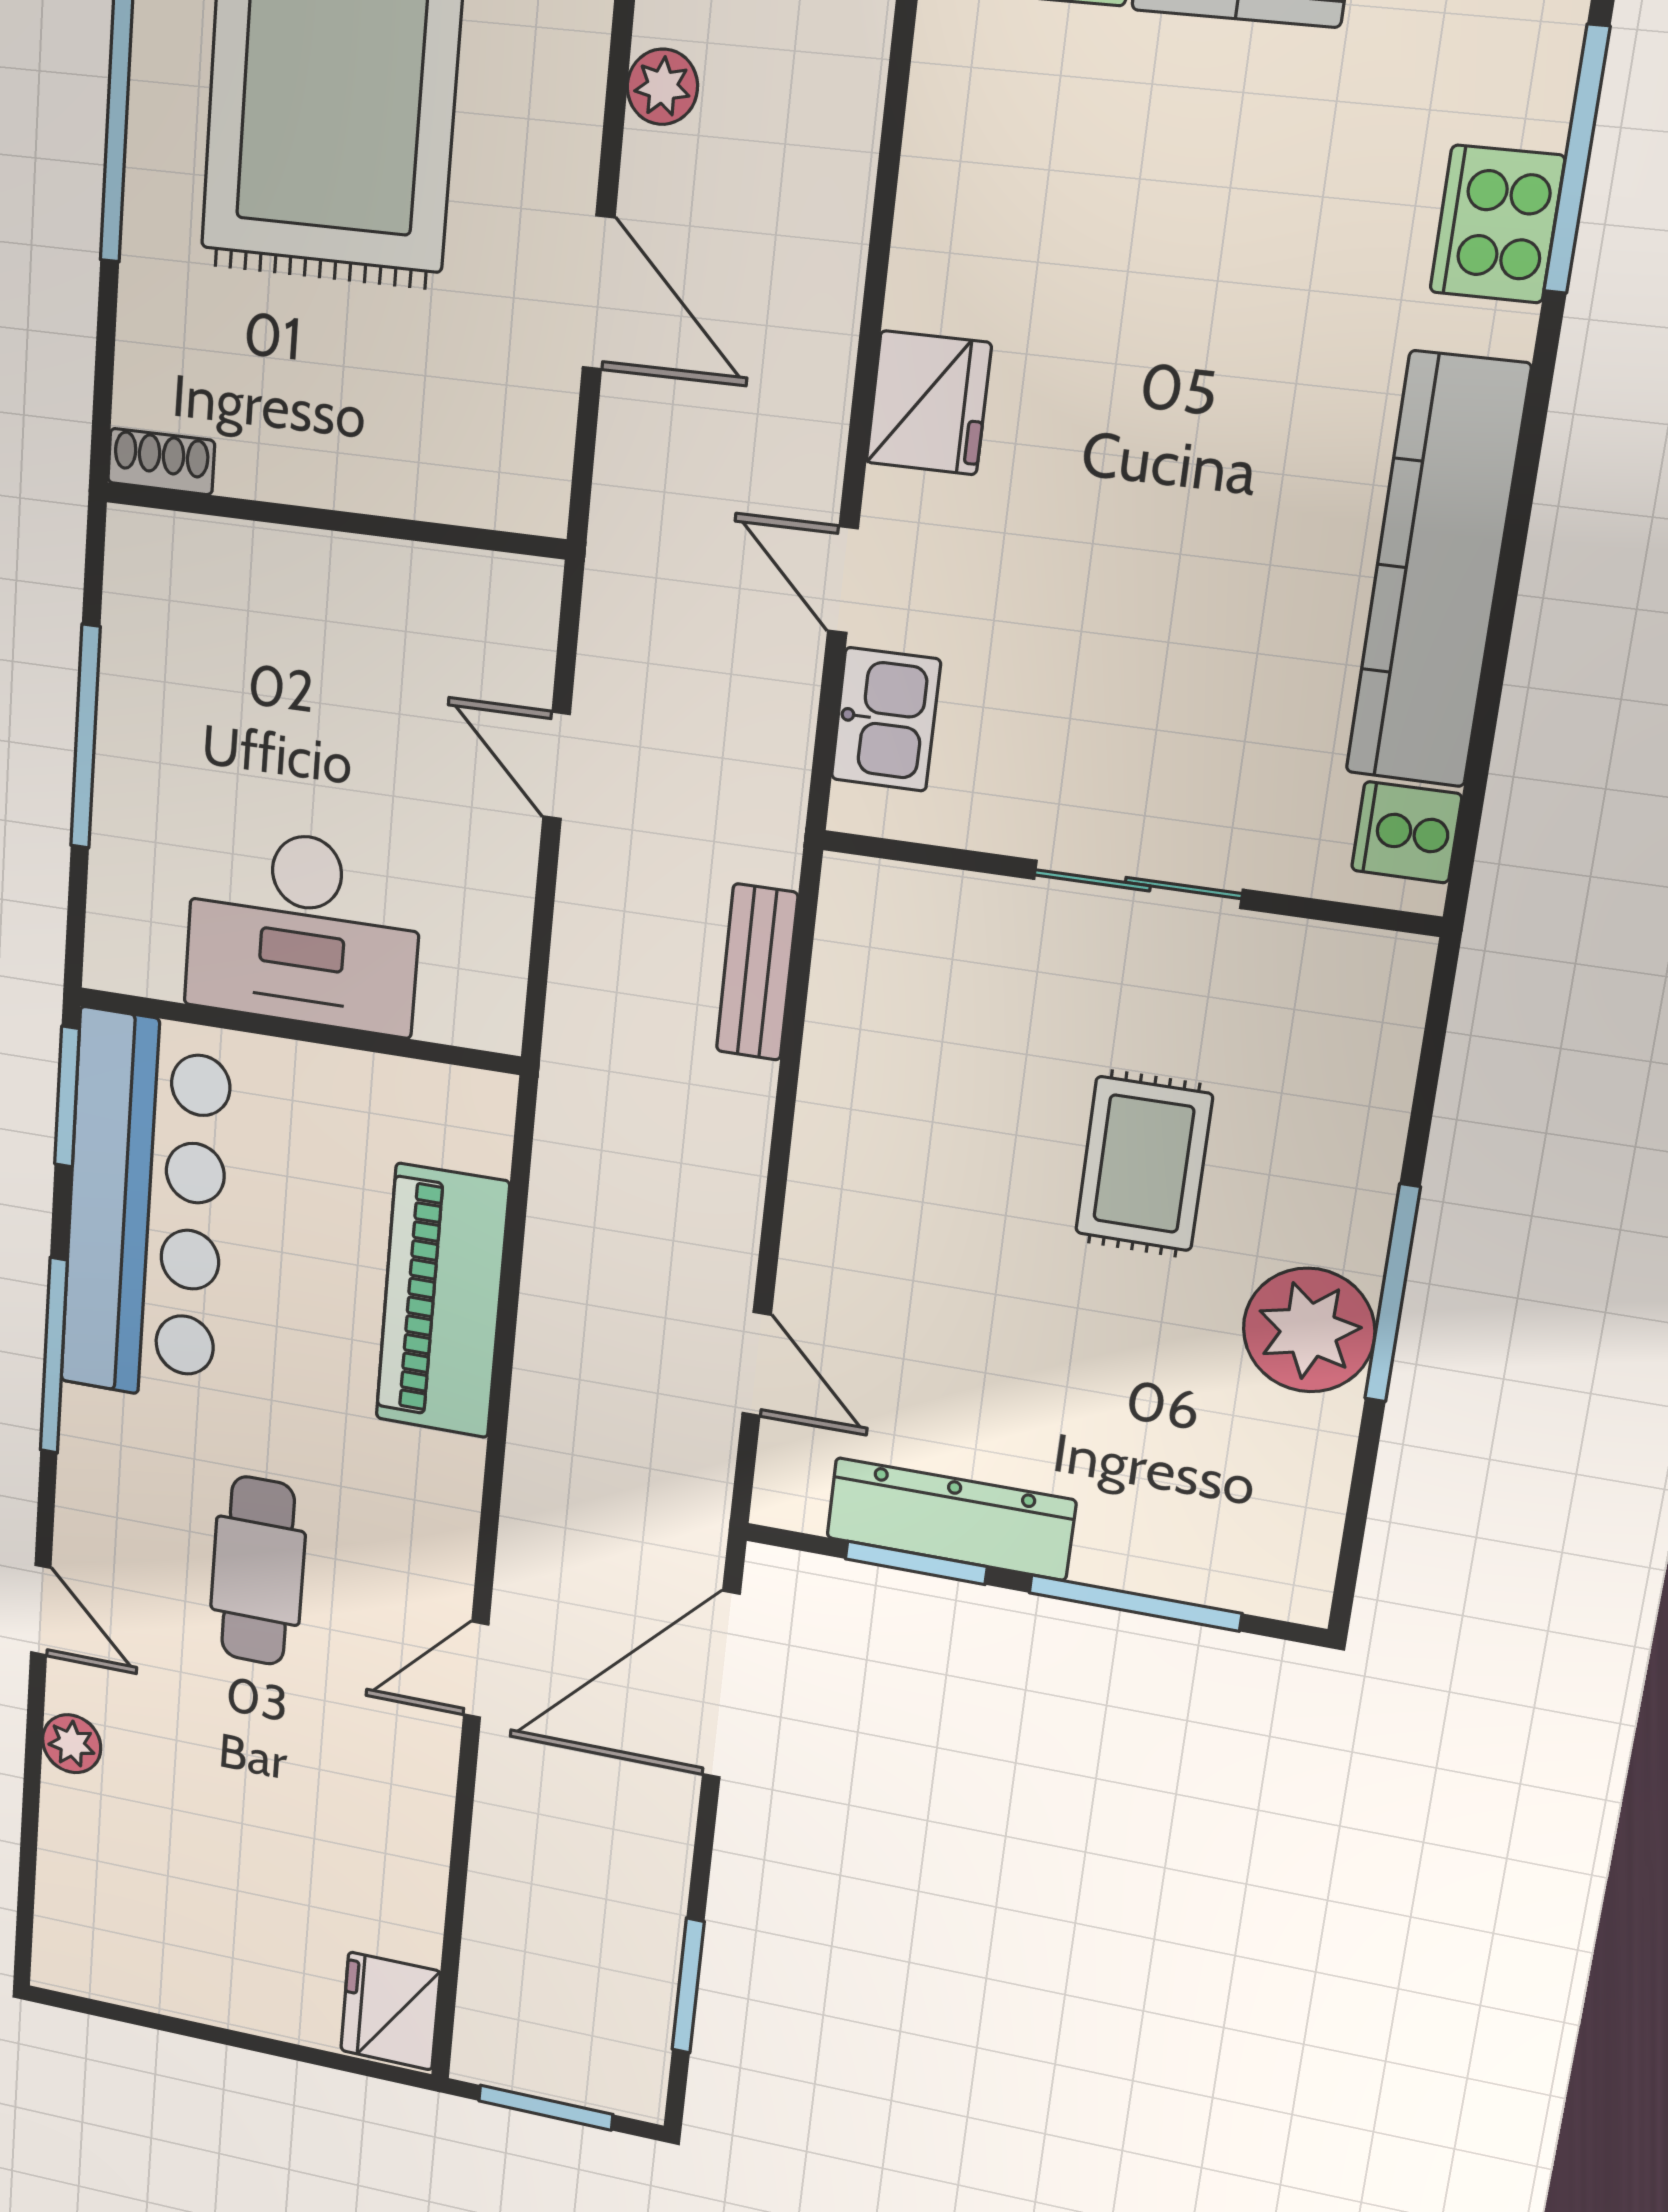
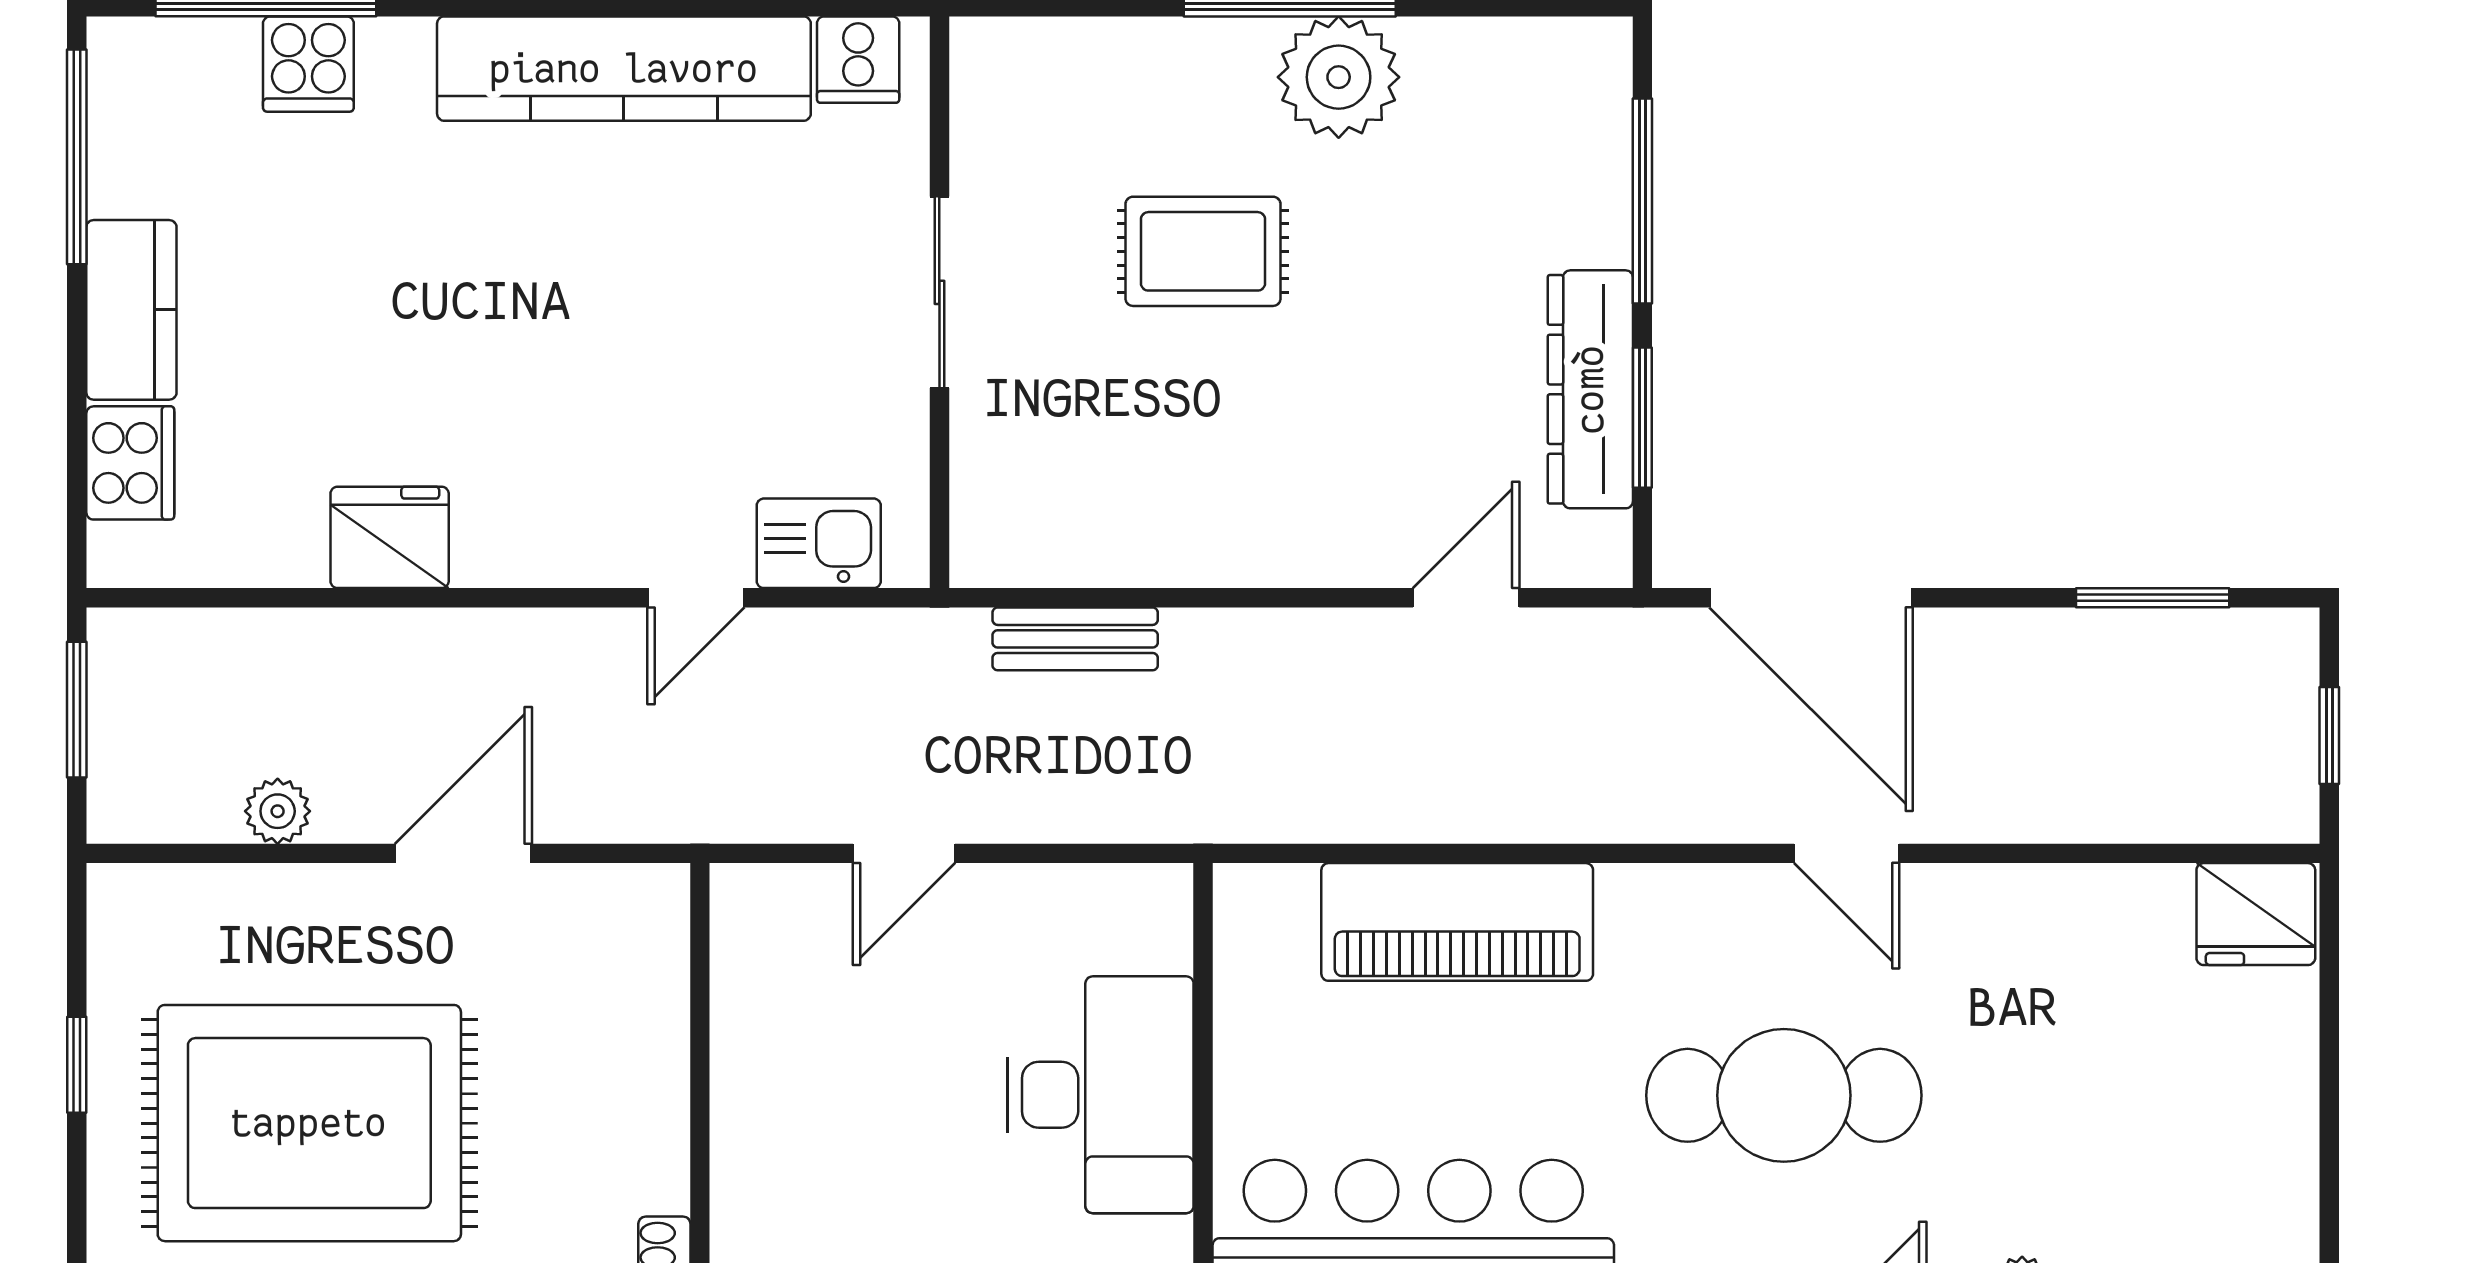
cooker: (1497, 224) -> (308, 64), width x0.73
fridge: (929, 403) -> (390, 537), moved
cafe table: (258, 1571) -> (1784, 1095), width x1.37, depth x1.35
window: (546, 2108) -> (2329, 736), width x0.67

